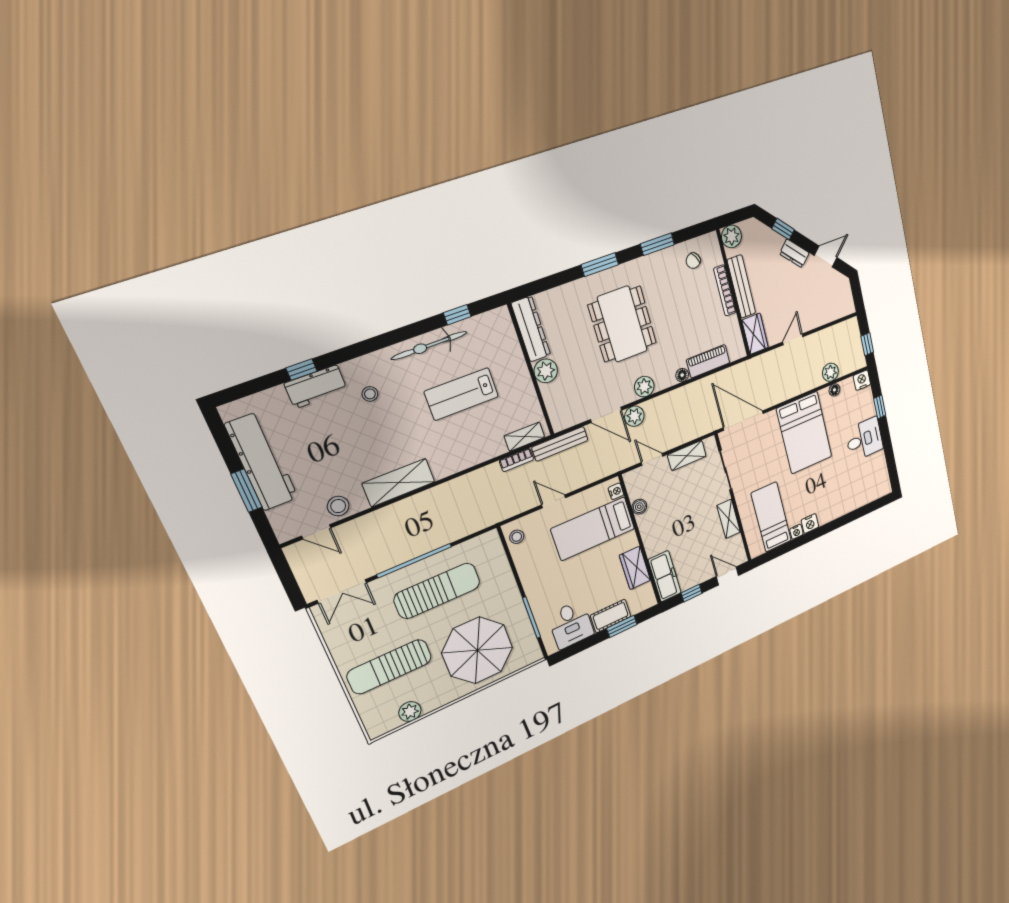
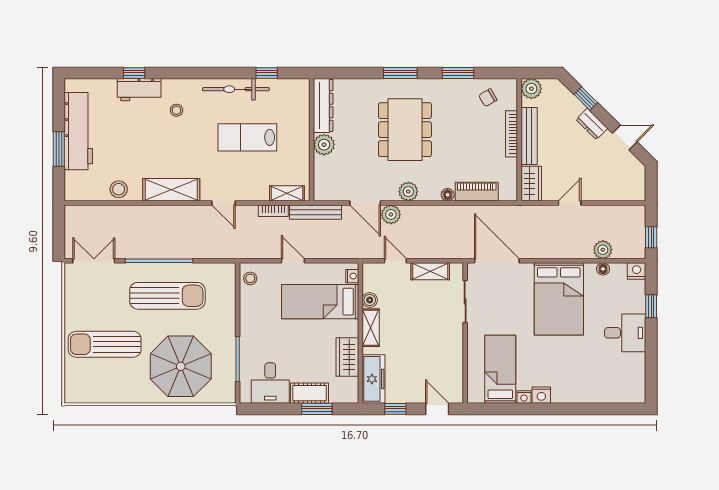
shelving: (729, 519) -> (371, 328), moved
door: (316, 532) -> (223, 203), moved
double door: (342, 591) -> (94, 261), swing flipped
plant: (410, 712) -> (105, 394), removed

